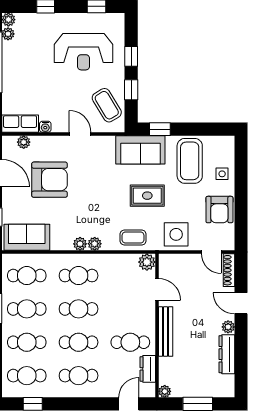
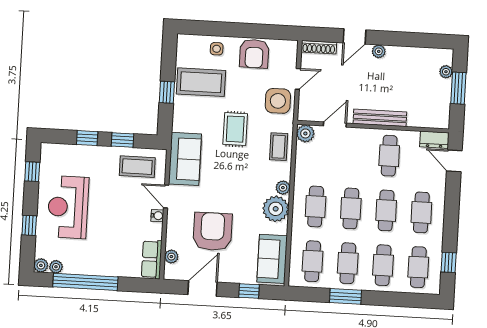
reception desk: (83, 52) -> (68, 207), moved, turned 180
coffee table: (107, 105) -> (137, 167), turned 31
water cooler: (45, 127) -> (157, 216), moved
window: (160, 129) -> (167, 92), moved
door: (80, 134) -> (166, 197), hinge flipped
sofa: (140, 150) -> (185, 159), moved
armchair: (219, 210) -> (254, 54), turned 90
plant: (80, 244) -> (276, 209), width x1.87, depth x1.87
door: (211, 252) -> (298, 79), moved
dresser: (227, 354) -> (407, 54), removed
dresser: (148, 369) -> (434, 140), moved
plant: (165, 391) -> (446, 72), moved

